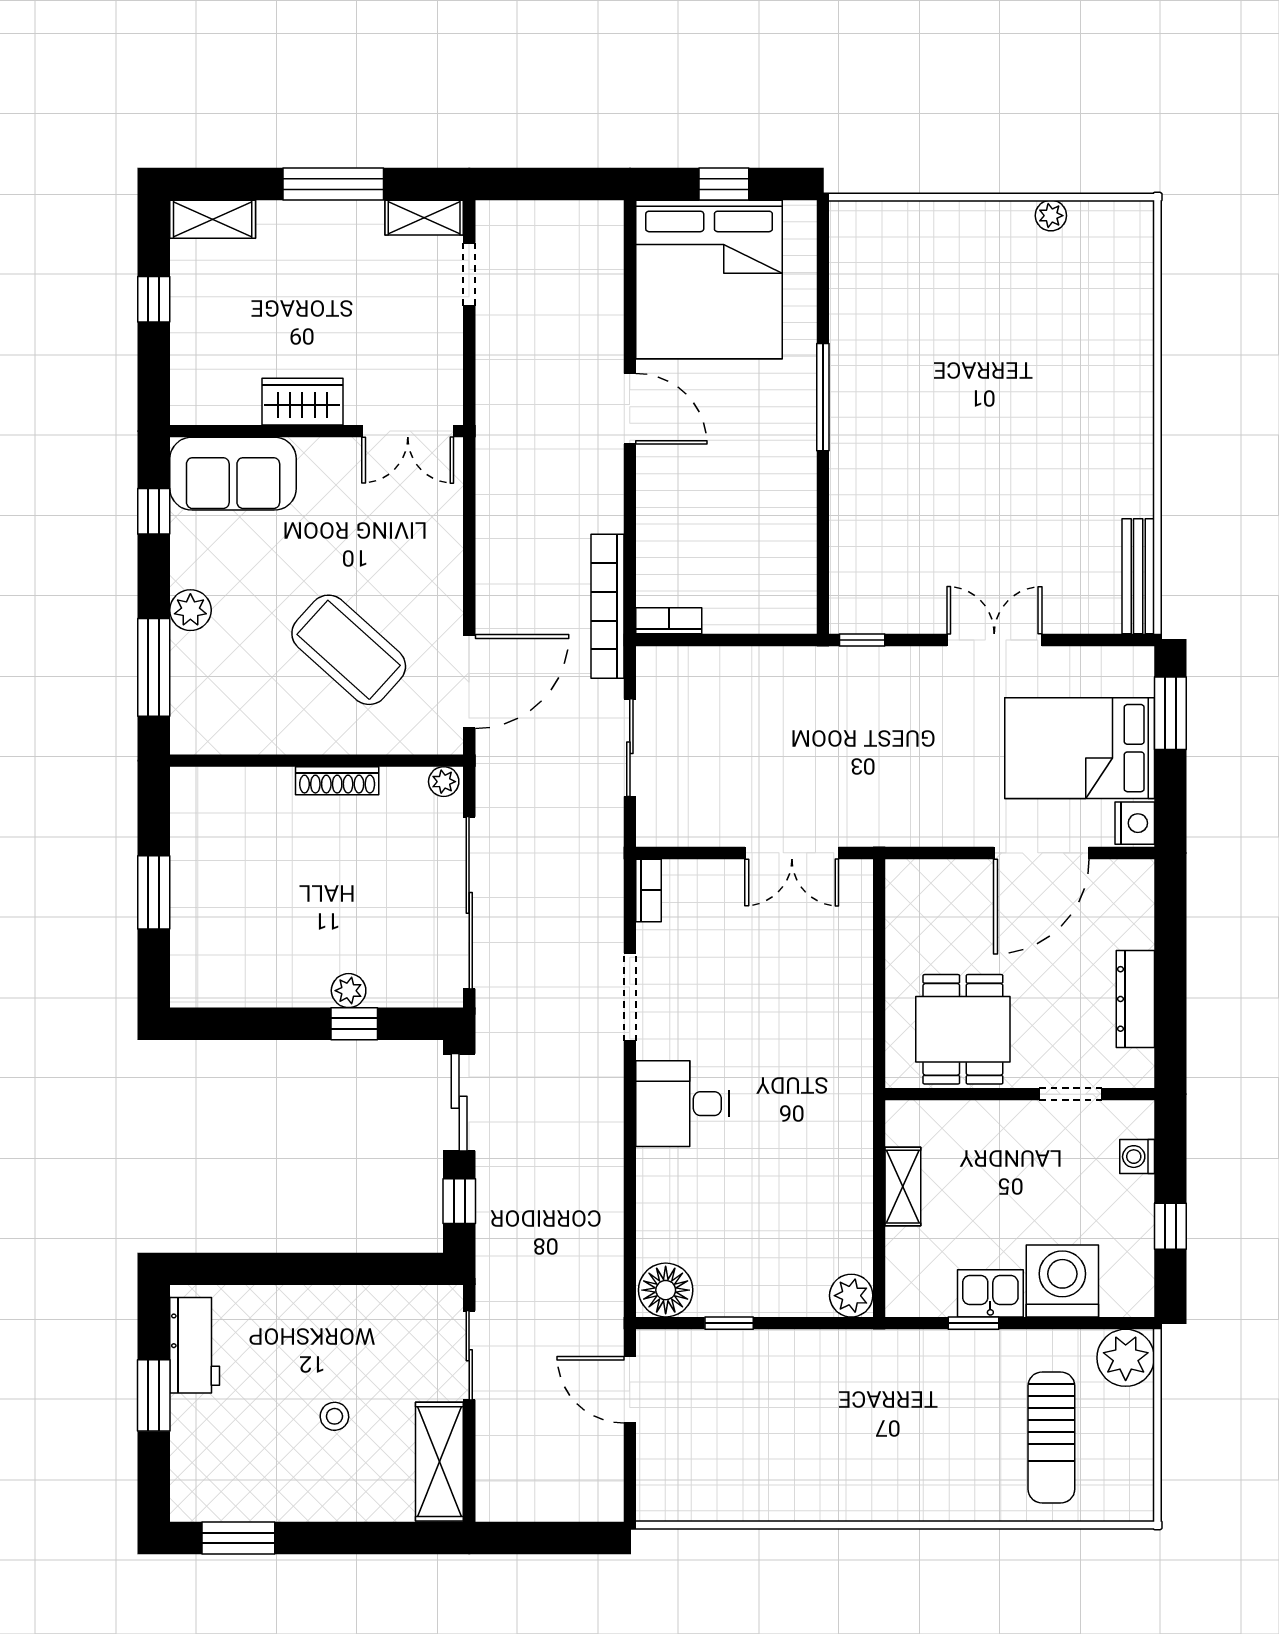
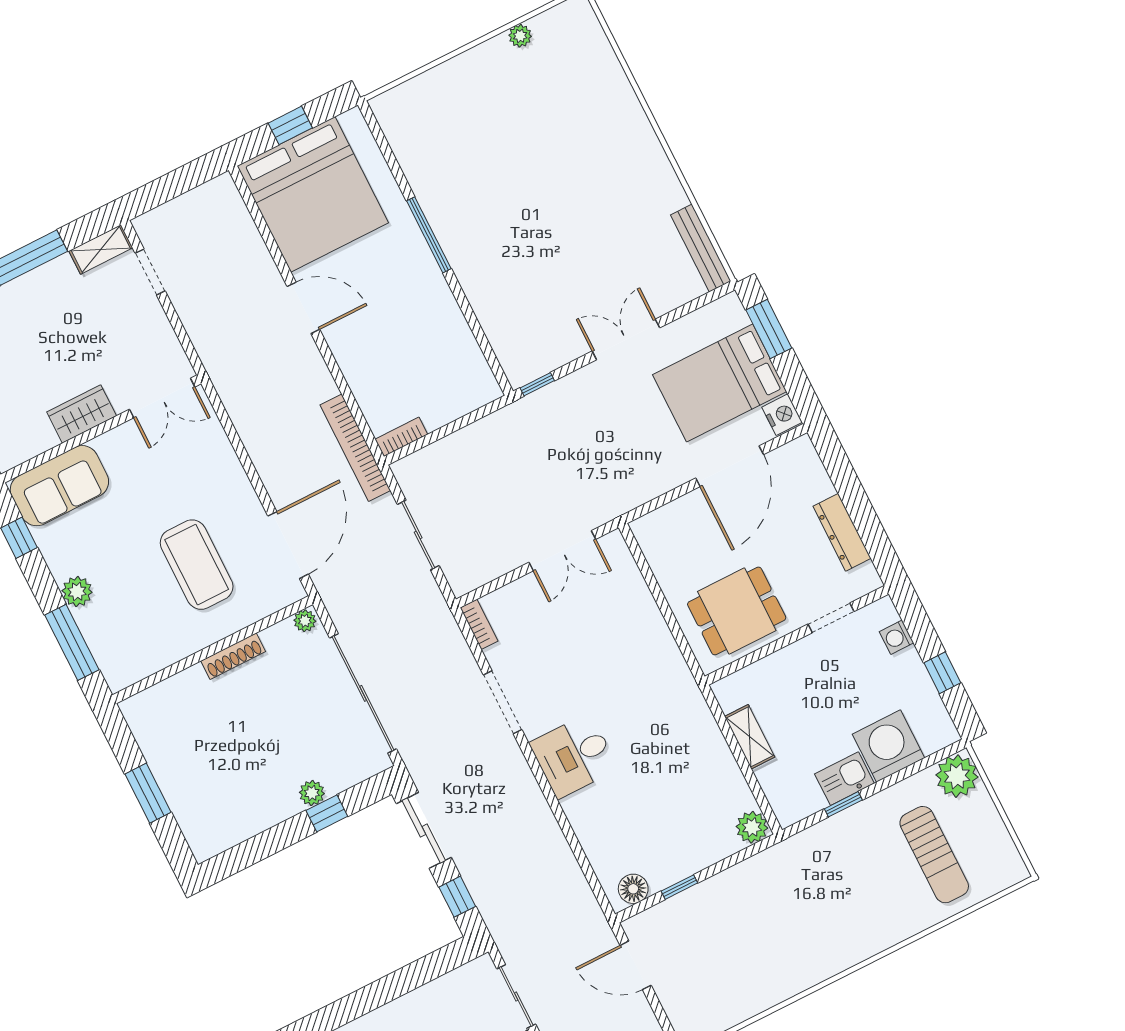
coffee table: (349, 650) -> (197, 565), turned 48
dining table: (963, 1029) -> (737, 611), turned 90
floor lamp: (666, 1290) -> (633, 889), width x0.73, depth x0.73

